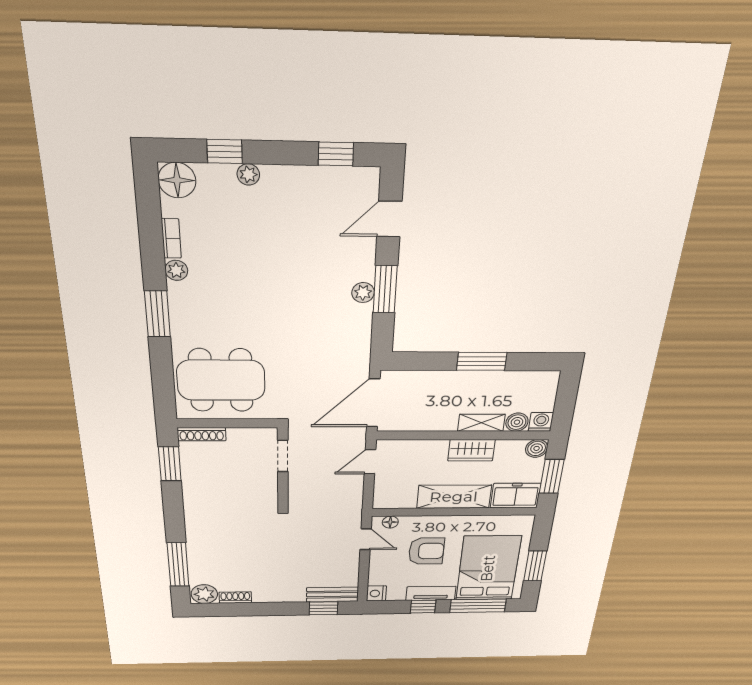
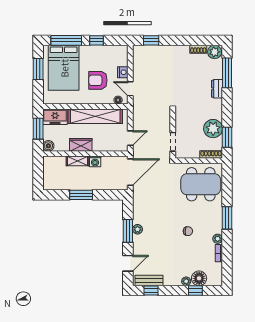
floor lamp: (177, 180) -> (199, 278), moved
chair: (247, 287) -> (188, 231), added
boiler: (517, 422) -> (60, 161), removed
washing machine: (541, 422) -> (95, 161), moved
plant: (200, 478) -> (213, 129), added
shelving: (454, 497) -> (95, 116), width x1.47
dresser: (196, 541) -> (217, 89), added
nightstand: (376, 593) -> (123, 72), moved
tv unit: (431, 593) -> (93, 50), removed
bench: (332, 594) -> (149, 280), moved

